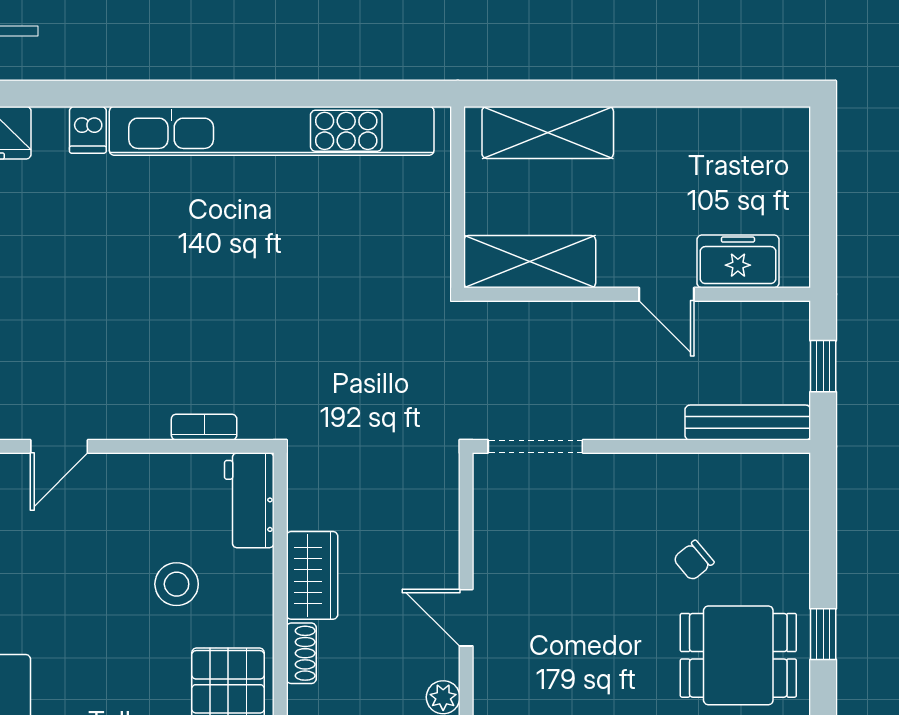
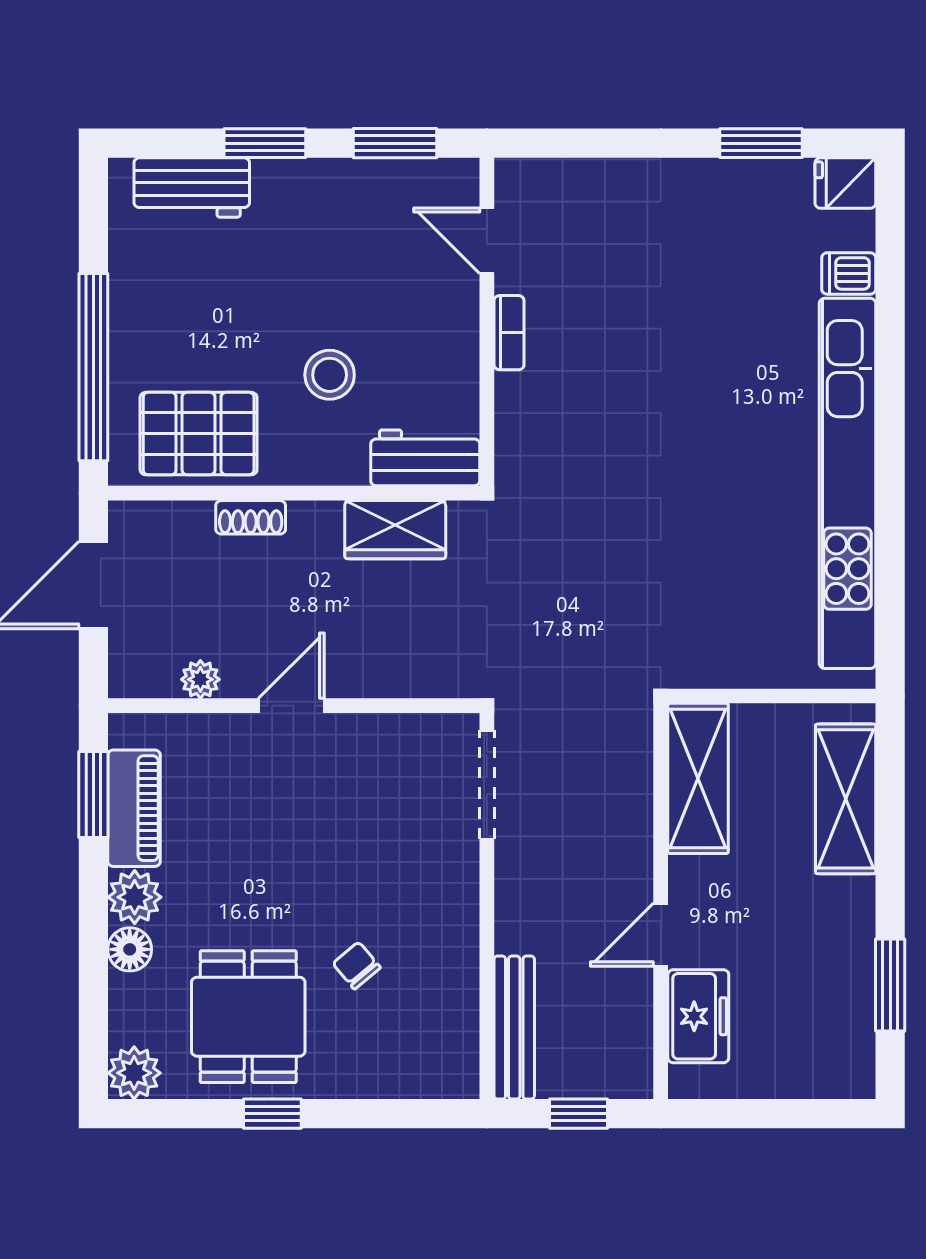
window: (711, 94) -> (890, 985), added
bookcase: (204, 427) -> (509, 333), moved
wardrobe: (312, 575) -> (395, 530), moved

